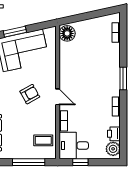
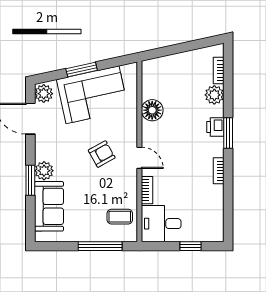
floor lamp: (67, 33) -> (152, 110), moved
printer: (114, 134) -> (215, 127), moved
plant: (113, 149) -> (214, 95), moved
window: (80, 162) -> (191, 246), moved

